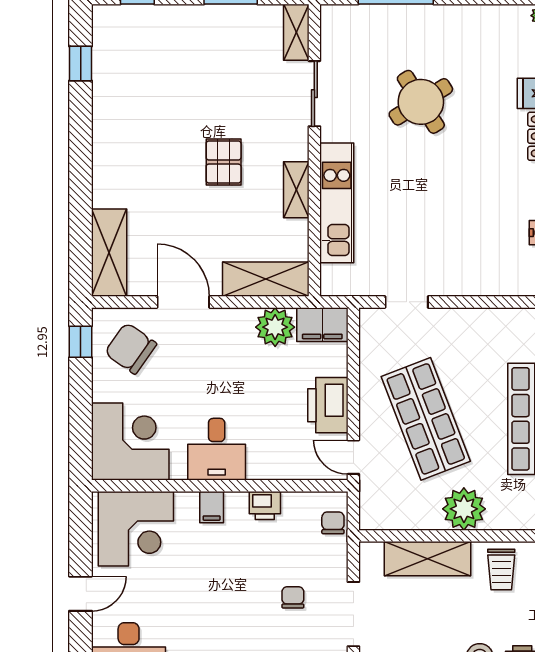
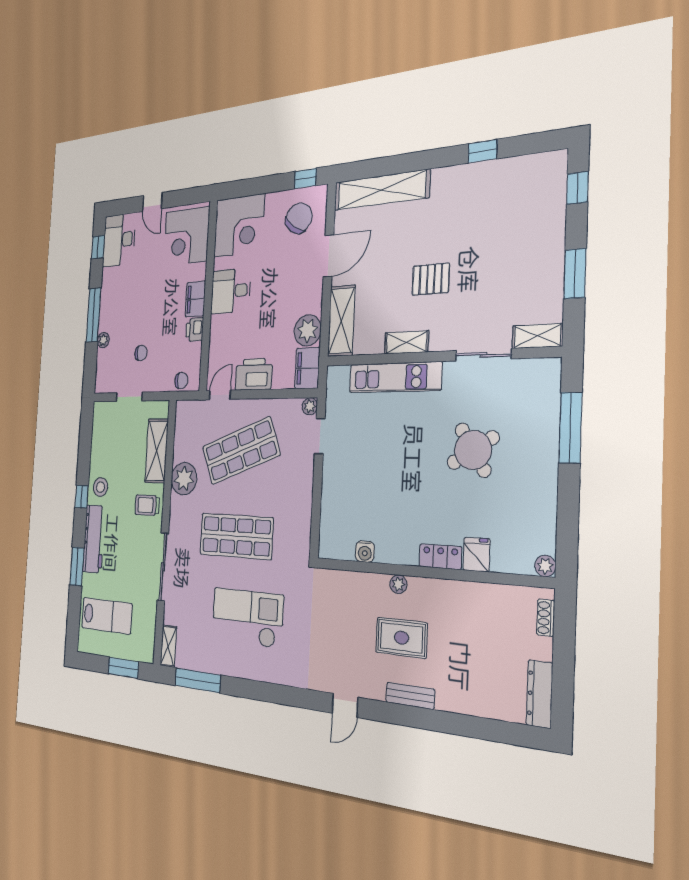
window: (81, 63) -> (483, 151), moved
shelving: (109, 253) -> (381, 190), width x1.47
plant: (370, 318) -> (310, 406), added
filing cabinet: (212, 507) -> (195, 299), width x2.00
doorway: (353, 614) -> (129, 397), width x0.73

